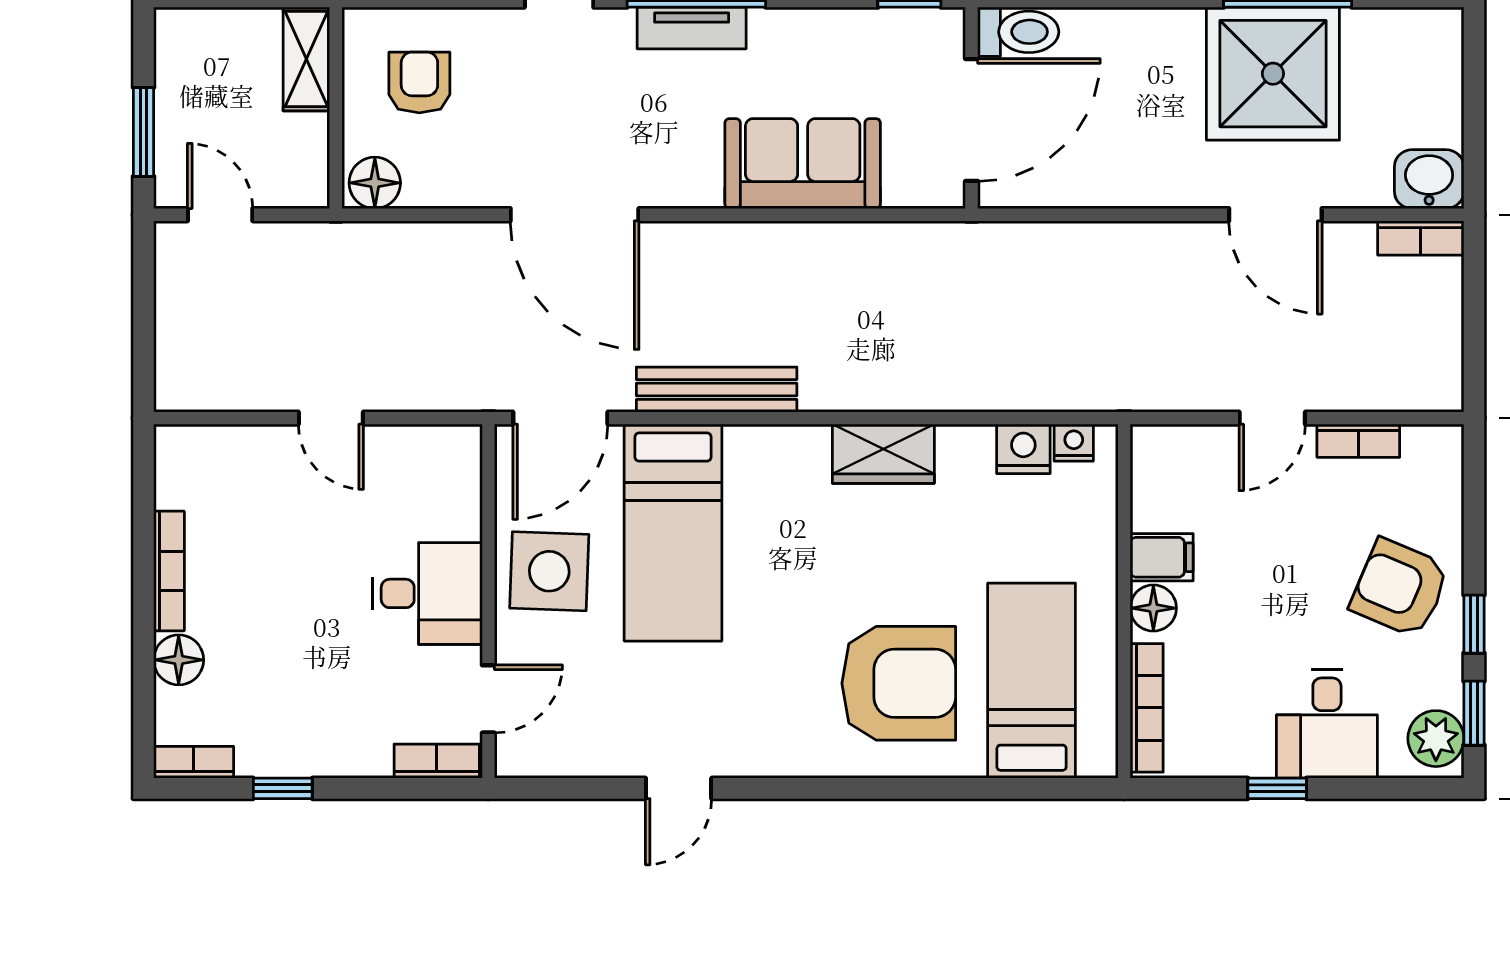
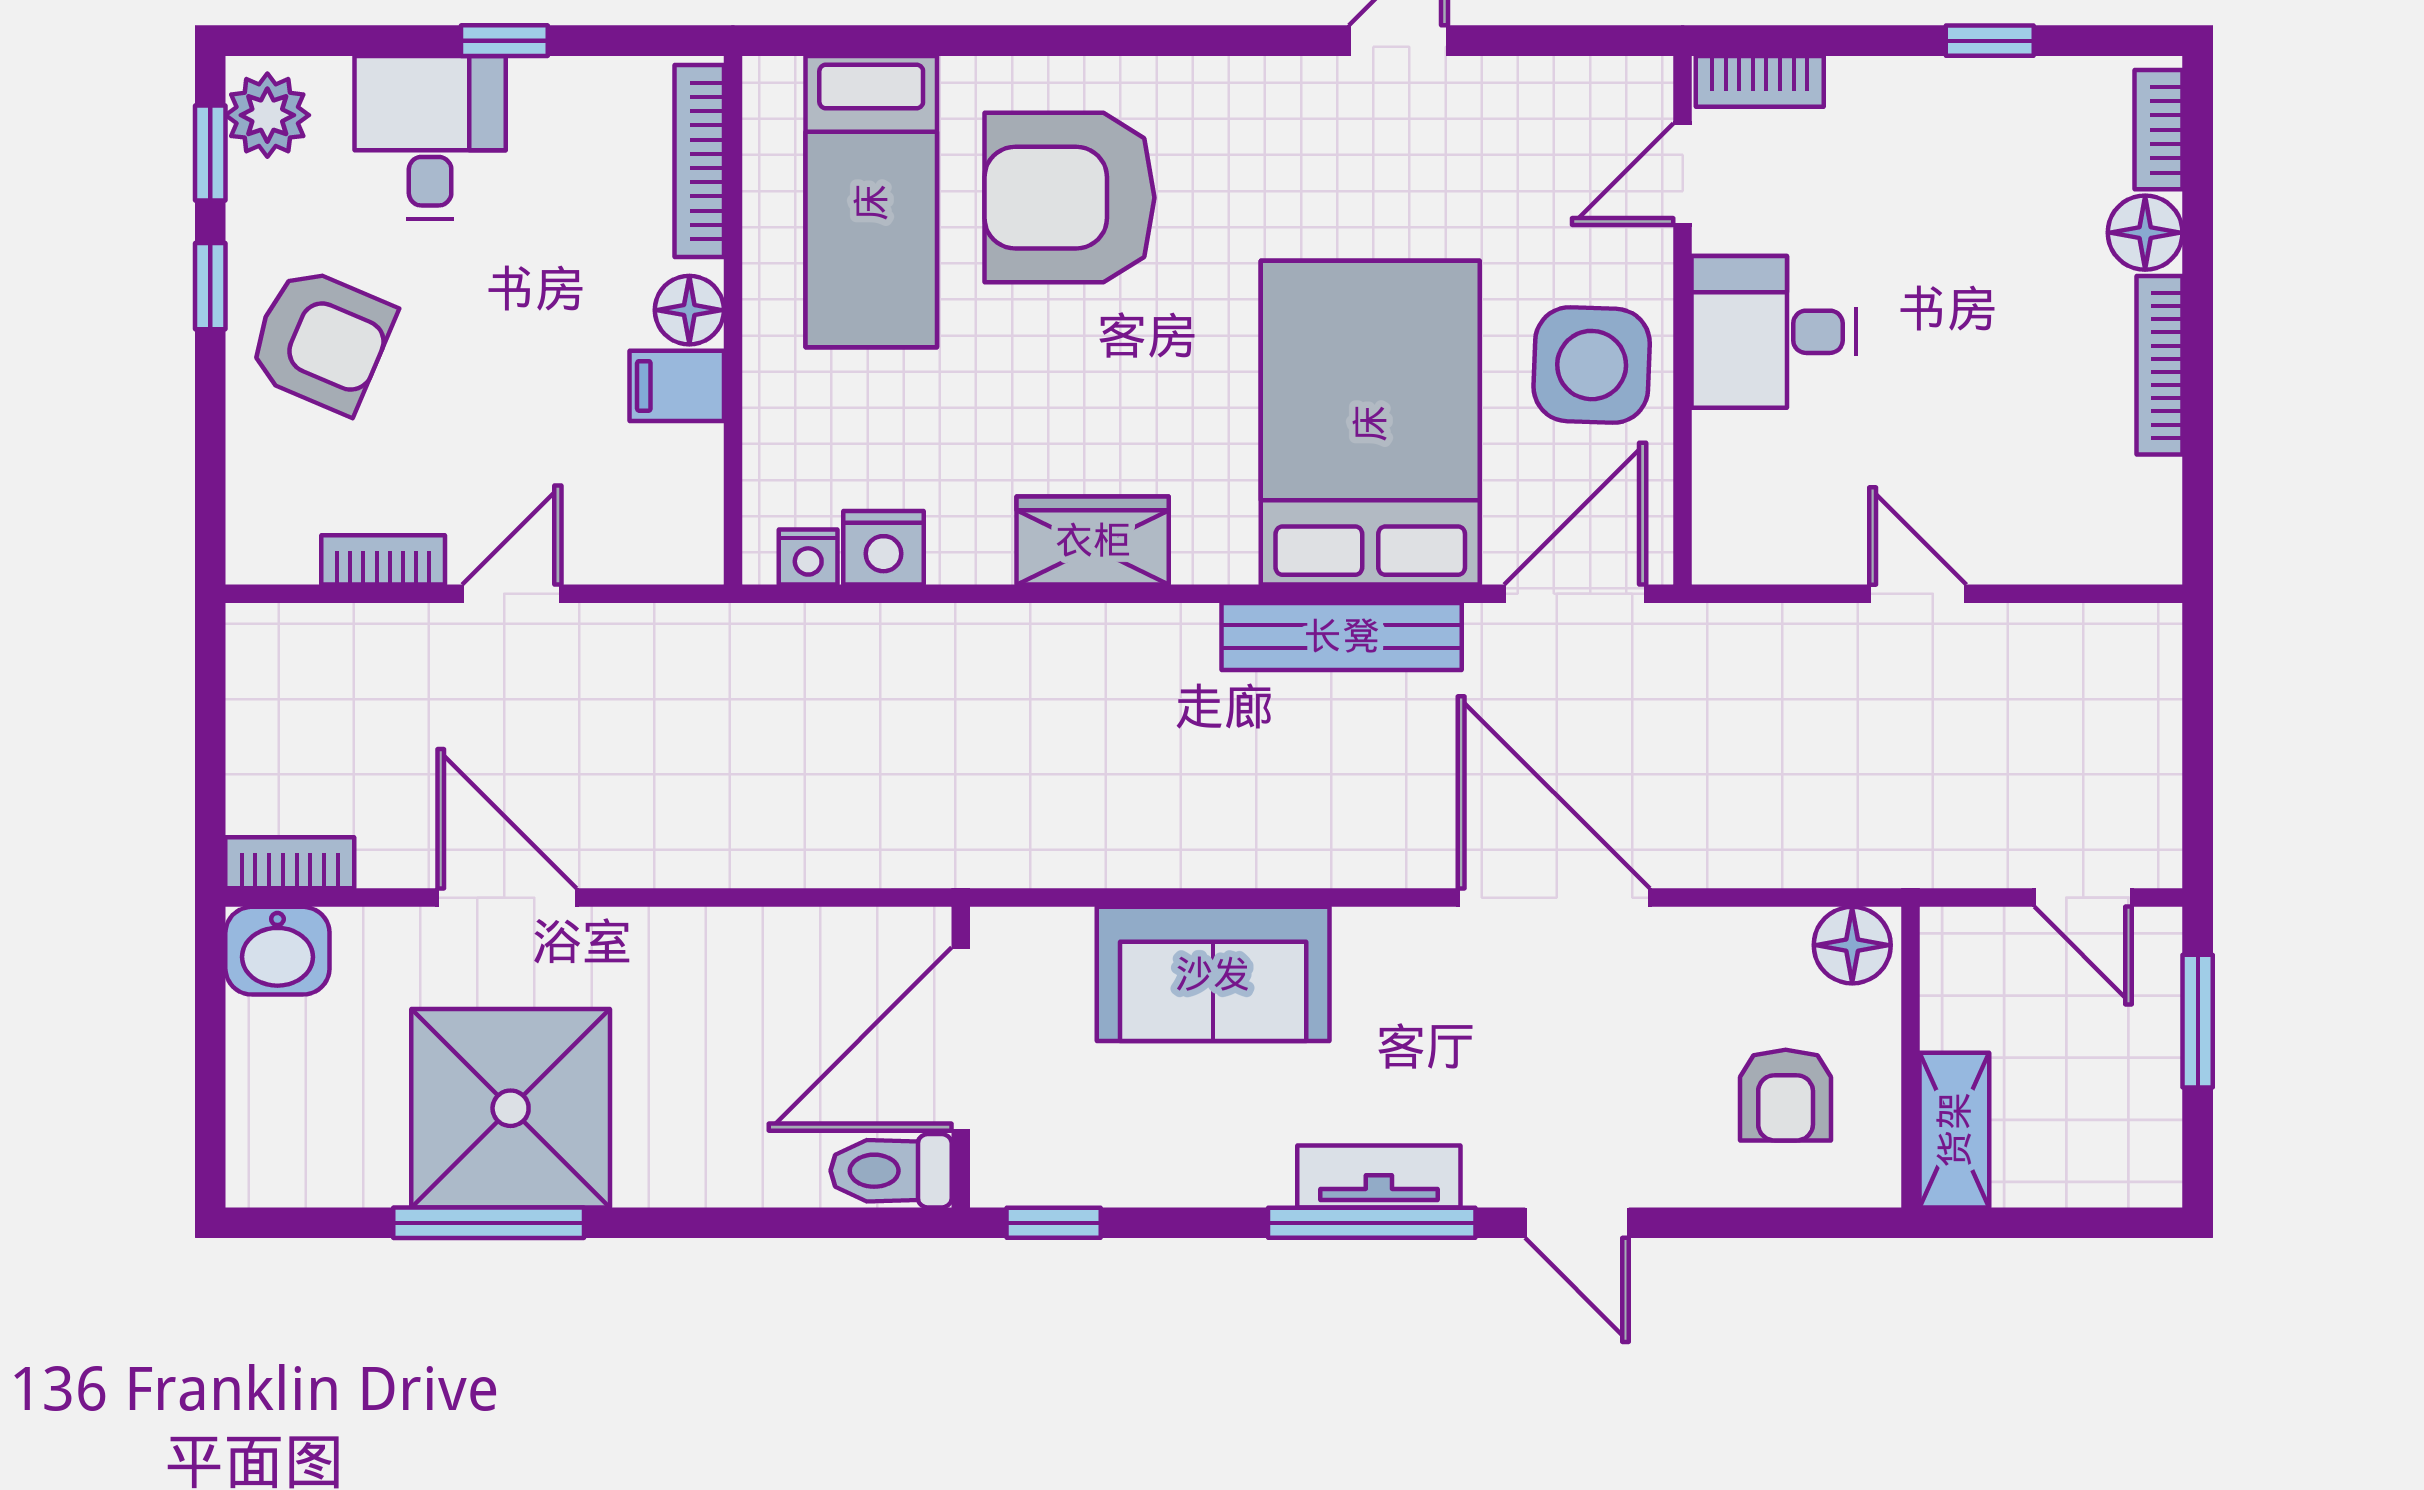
bed: (673, 533) -> (1370, 423), width x1.50
bookcase: (194, 762) -> (2159, 130), moved, turned 90

